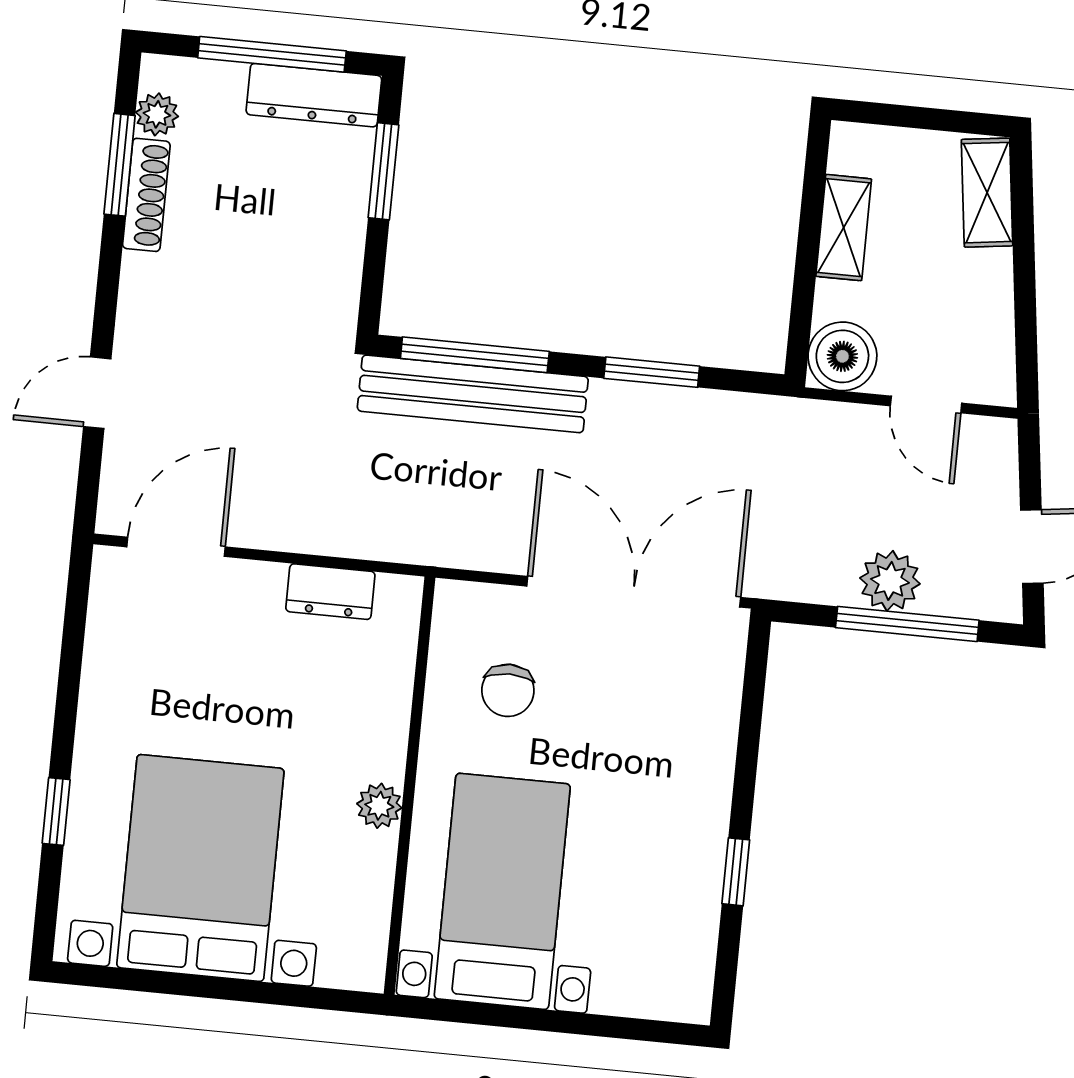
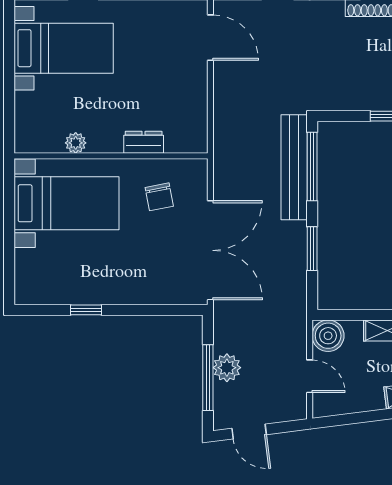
door: (926, 404) -> (310, 376), swing flipped
dresser: (330, 592) -> (144, 142), moved, turned 90
chair: (508, 690) -> (159, 197), turned -101
plant: (379, 806) -> (76, 143), moved
bed with nightstands: (200, 868) -> (64, 48), width x0.73

